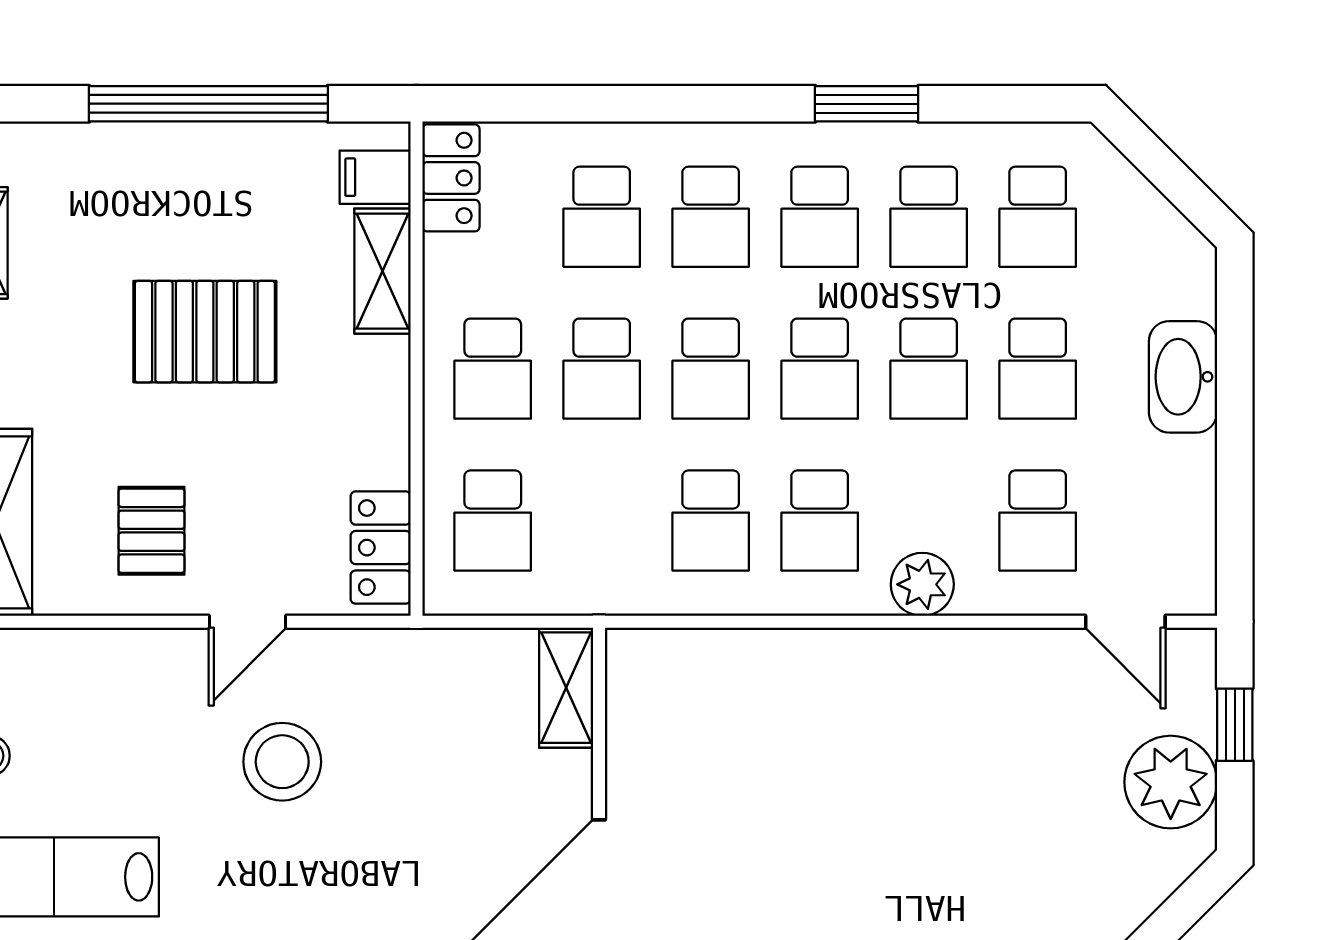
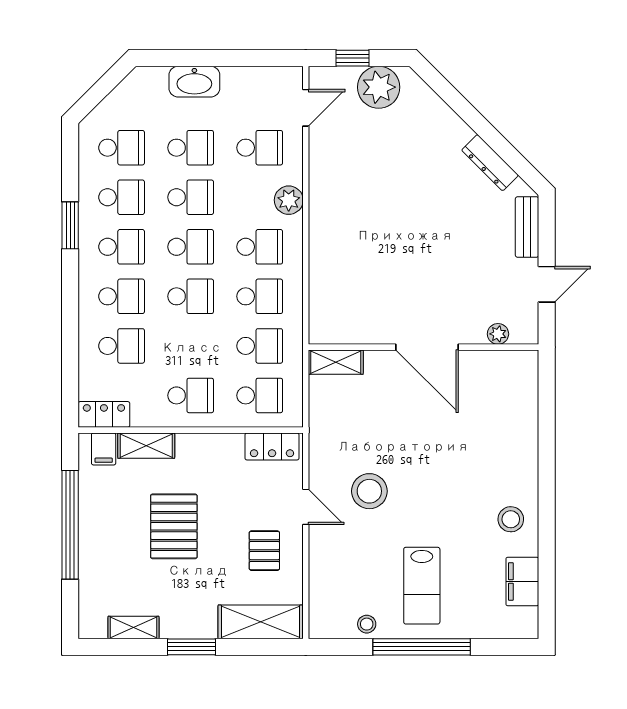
school desk: (602, 369) -> (260, 346), moved
pallet: (151, 531) -> (264, 551), turned 90

